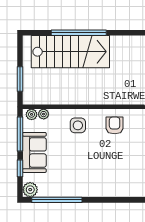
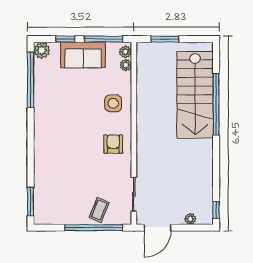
armchair: (115, 125) -> (113, 144), turned -90

